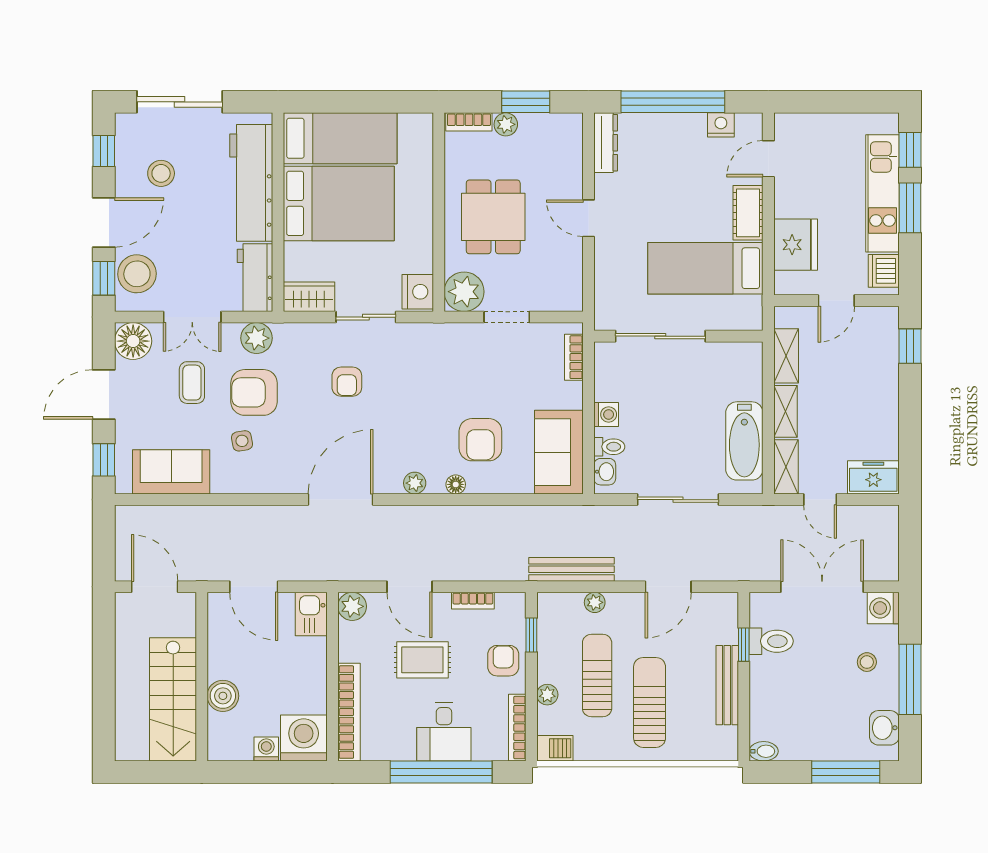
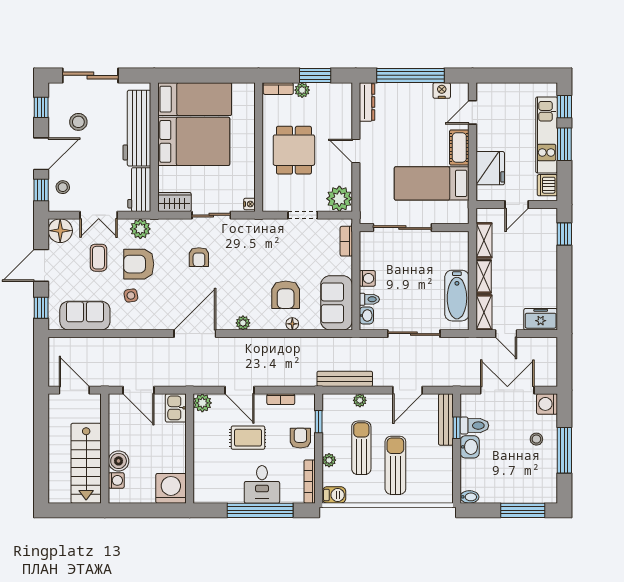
stool: (137, 274) -> (63, 187), width x0.53, depth x0.53
nightstand: (418, 292) -> (249, 204), width x0.53, depth x0.56
plant: (464, 292) -> (339, 199), moved
floor lamp: (456, 484) -> (292, 324), moved
bench: (727, 685) -> (446, 419), moved
bookcase: (349, 712) -> (200, 472), removed
washbasin: (884, 728) -> (470, 447), moved, turned 180
washing machine: (266, 749) -> (116, 480), moved, turned 90

